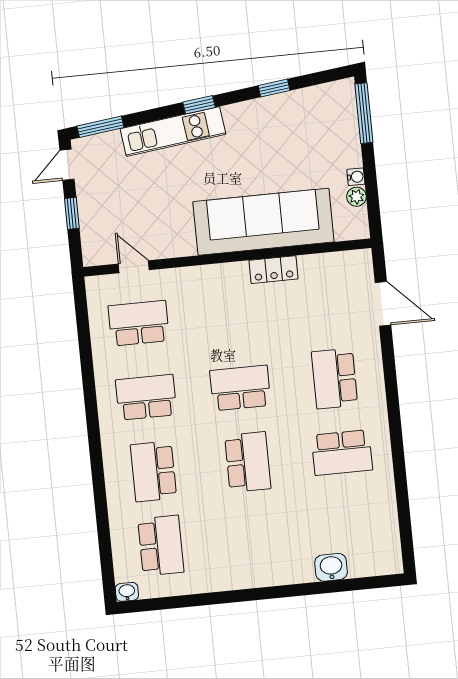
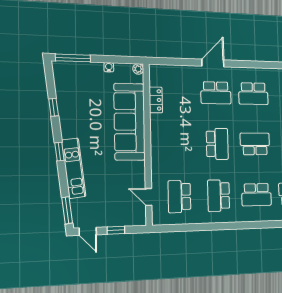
plant: (356, 197) -> (138, 69), moved
door: (134, 267) -> (149, 197), hinge flipped
locker: (273, 270) -> (156, 100), moved
door: (383, 304) -> (213, 63), moved
school desk: (240, 388) -> (217, 144), turned 180
school desk: (342, 453) -> (253, 94), turned 90

